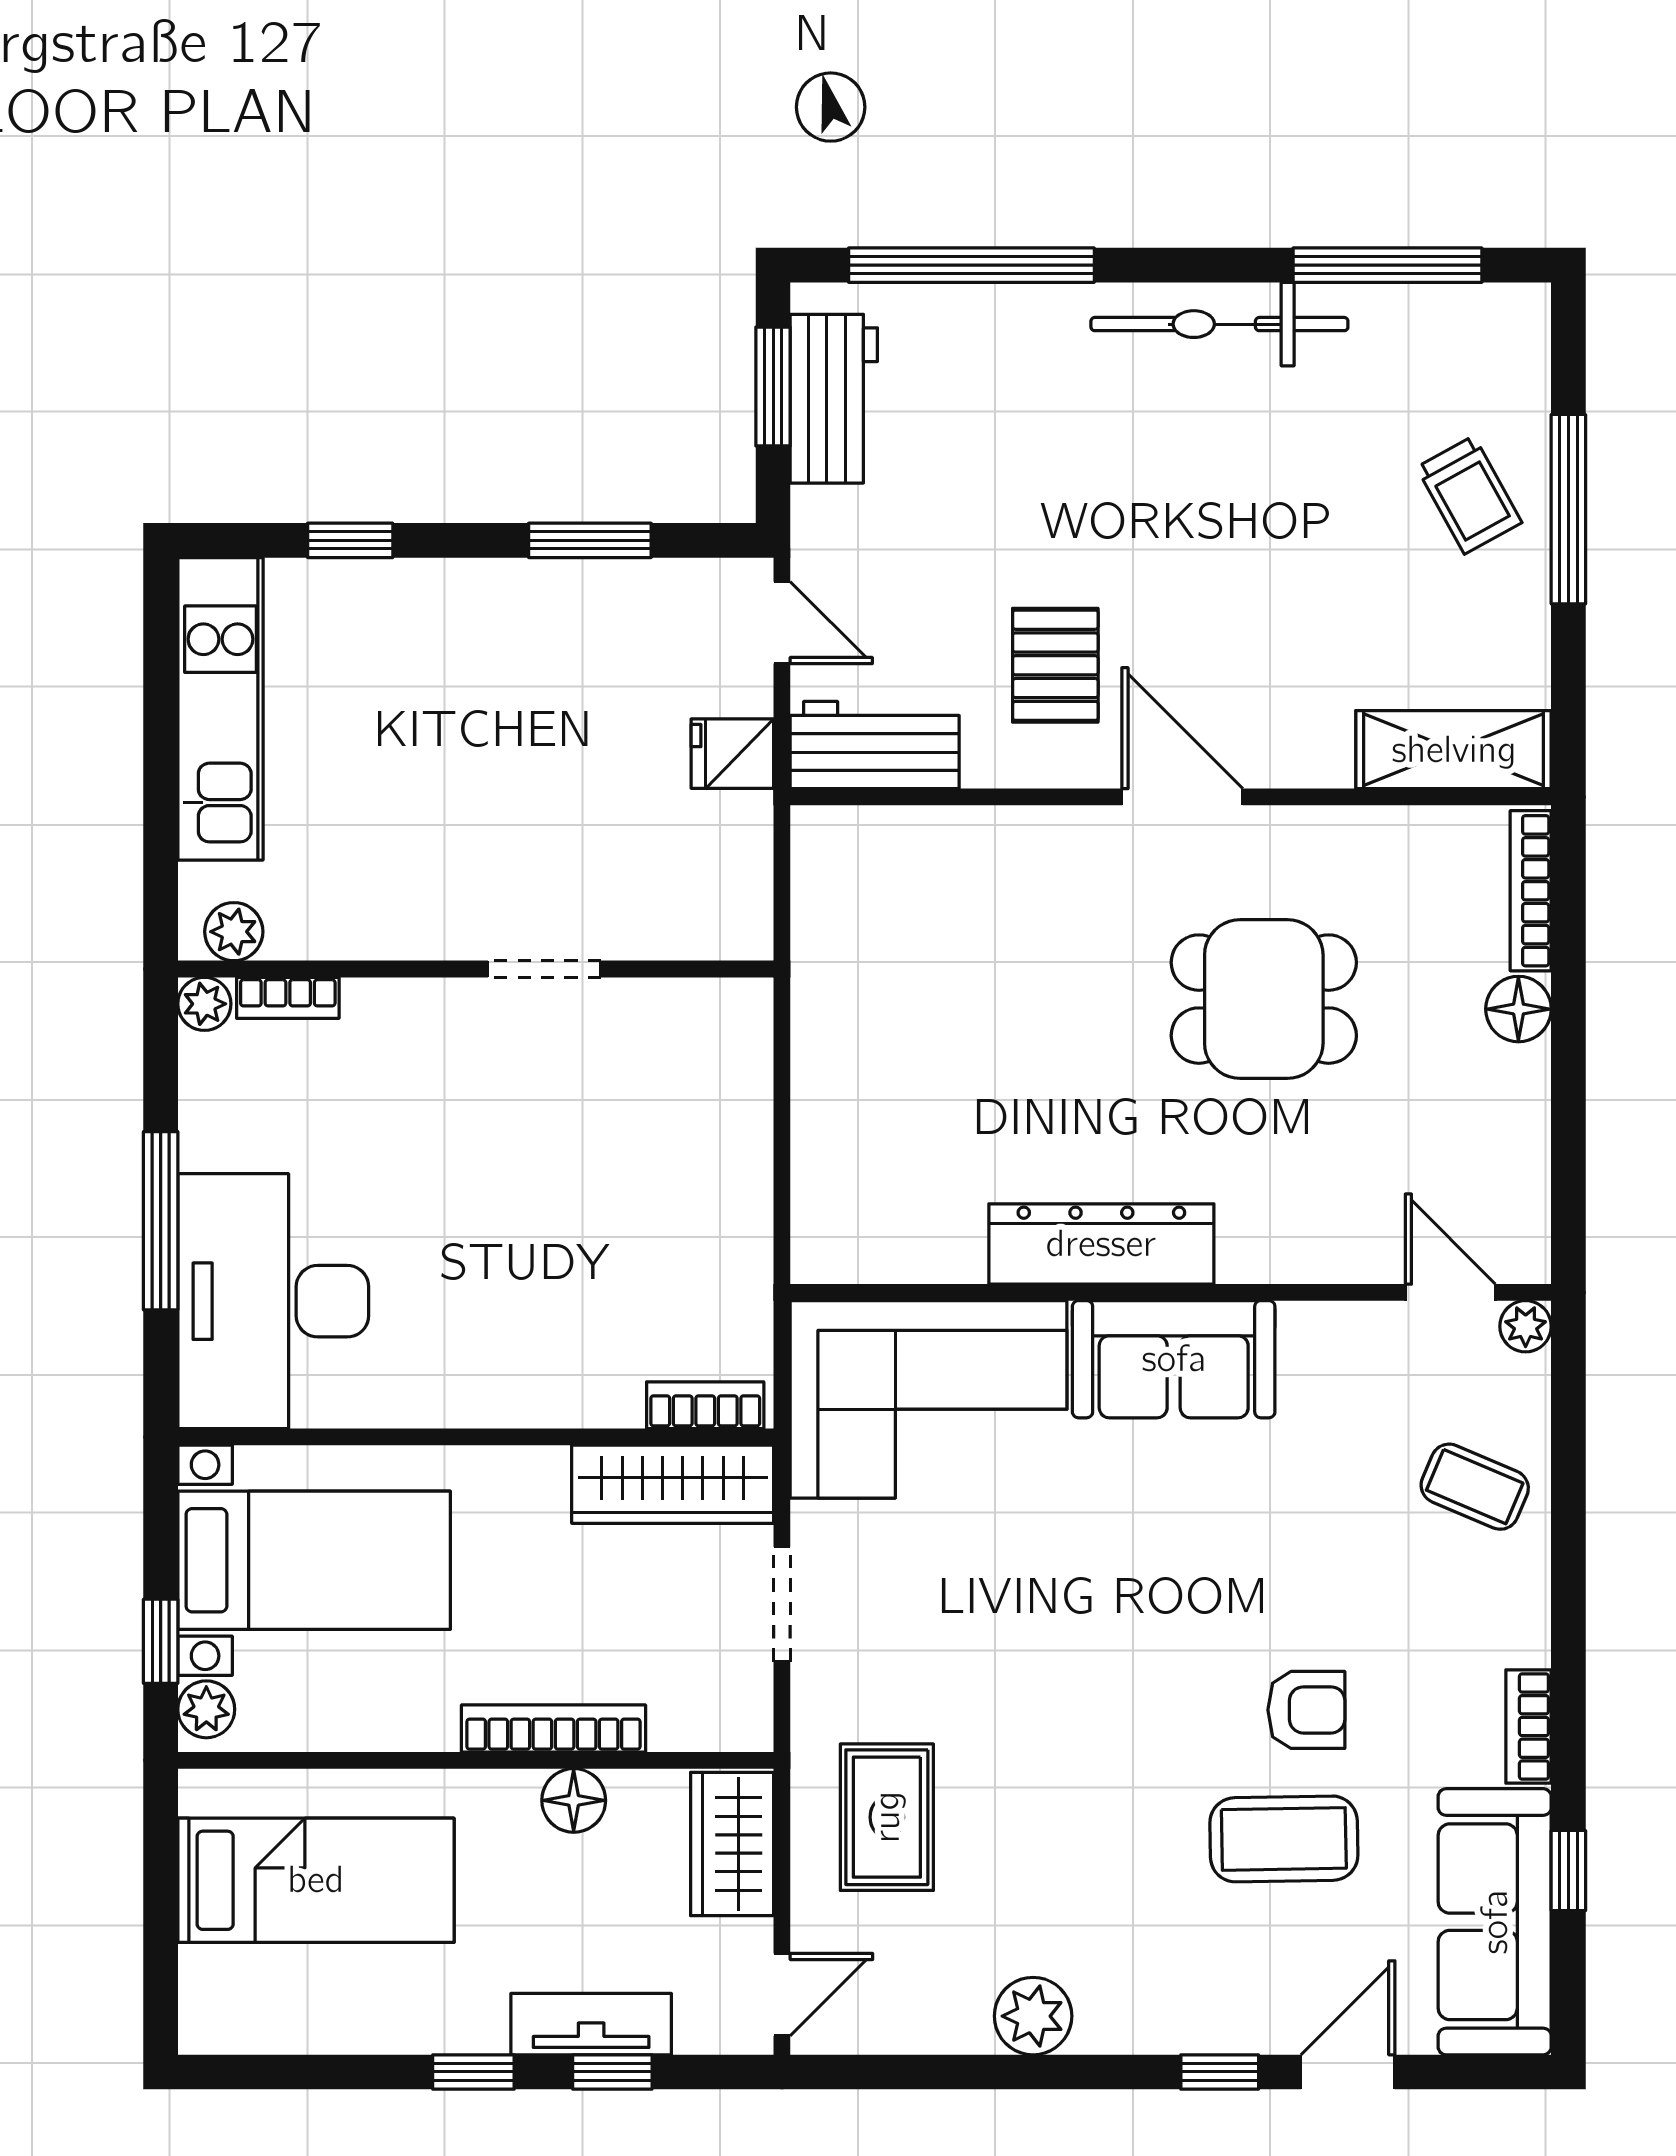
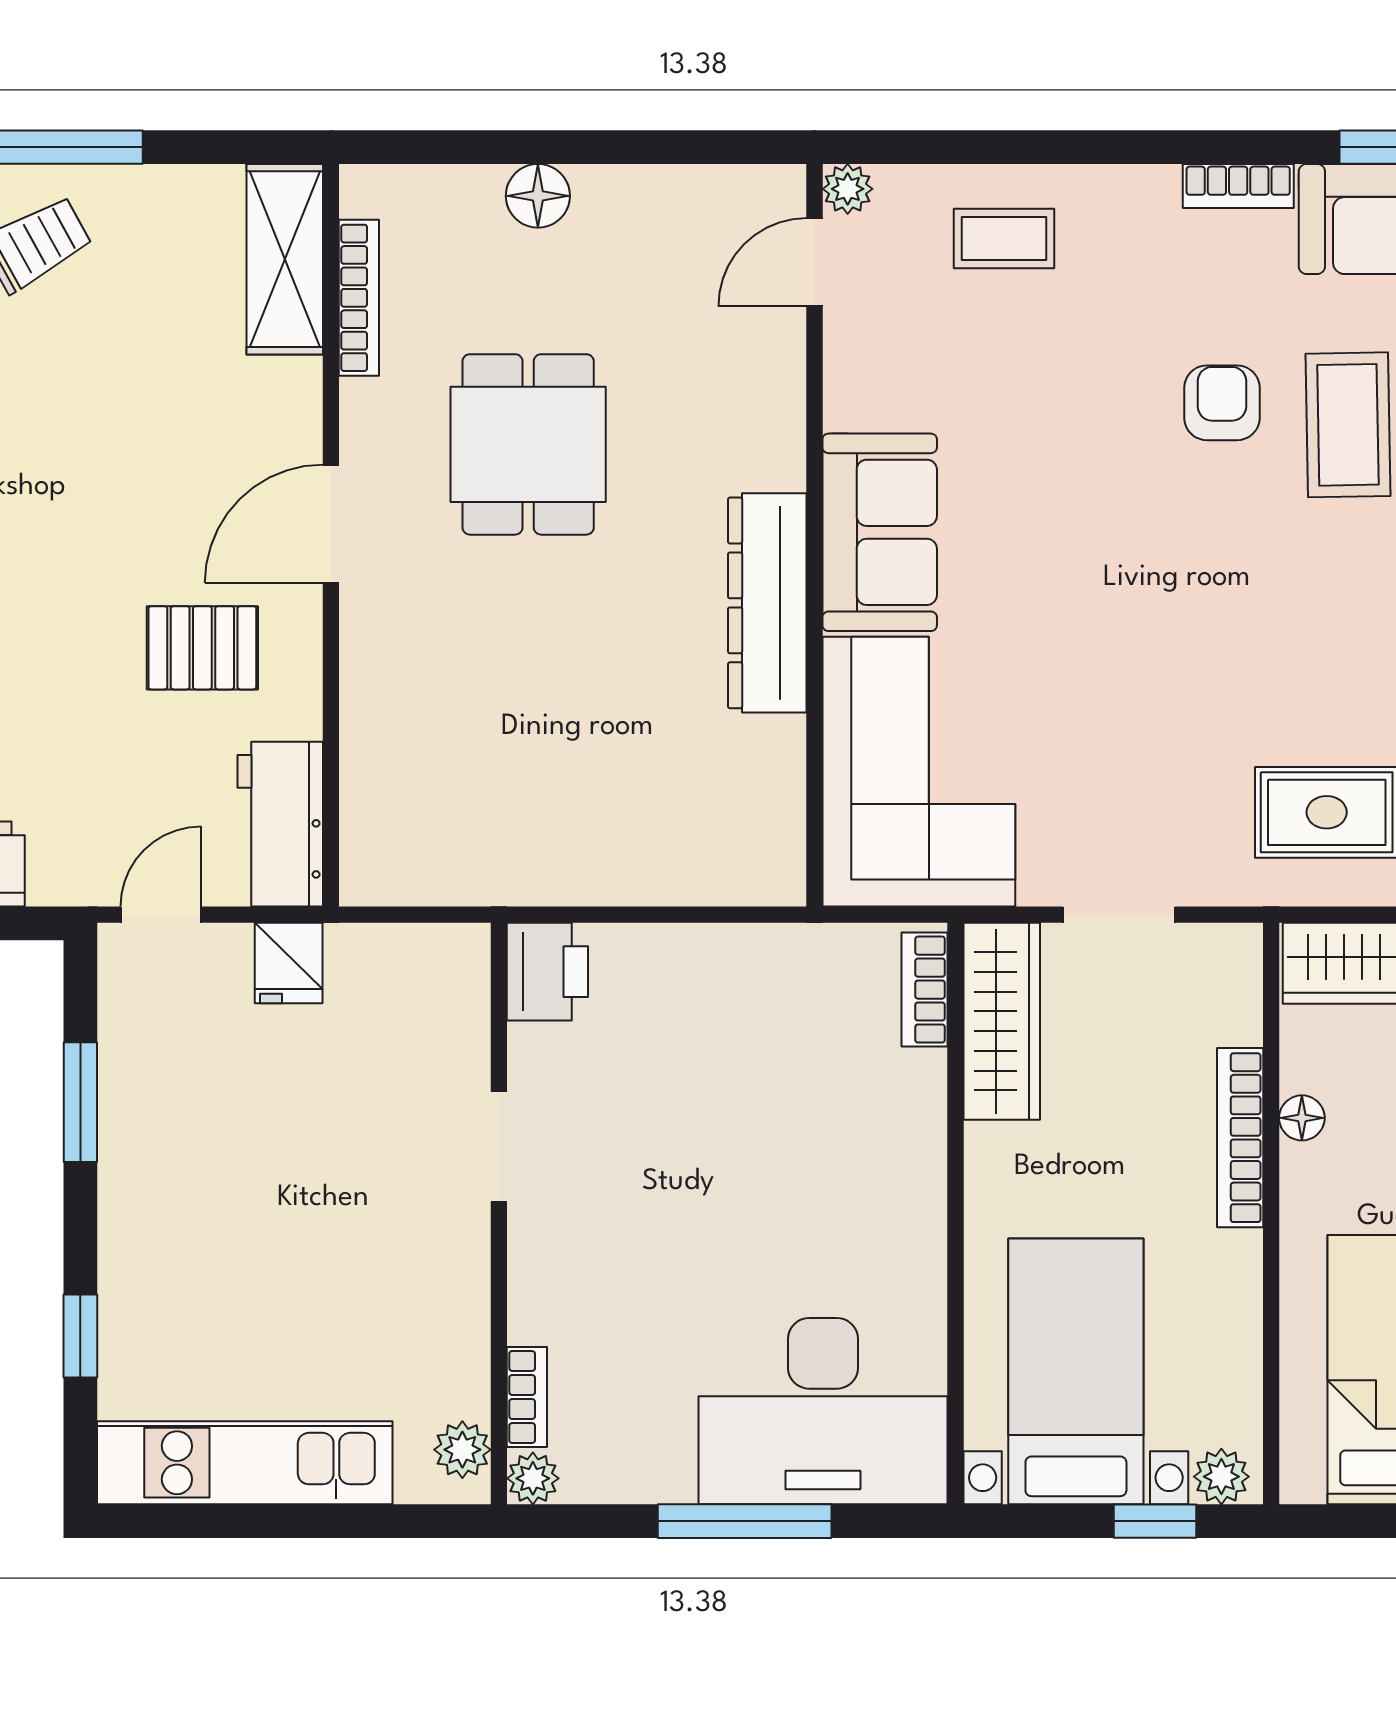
bookcase: (1531, 891) -> (359, 298), moved, turned -90
printer: (724, 1019) -> (547, 972), added
coffee table: (1475, 1487) -> (1004, 238), turned 67
floor lamp: (574, 1800) -> (1302, 1118), width x0.73, depth x0.73

